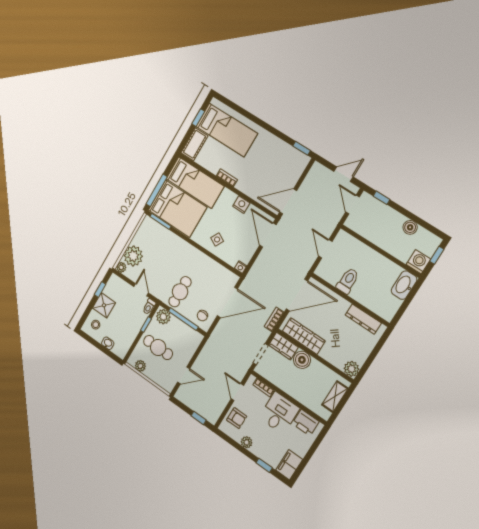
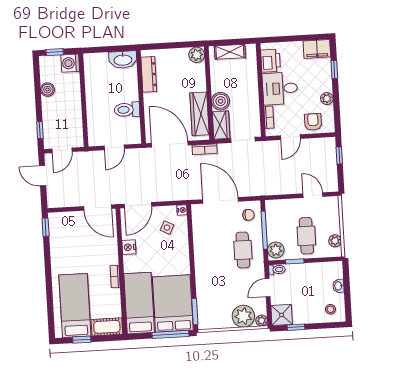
side table: (217, 239) -> (167, 228), moved
washbasin: (404, 285) -> (123, 60), moved
cafe table: (180, 292) -> (243, 250), turned 90
shower: (104, 305) -> (282, 315), moved

